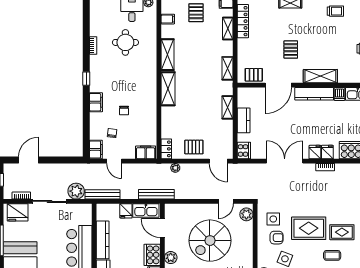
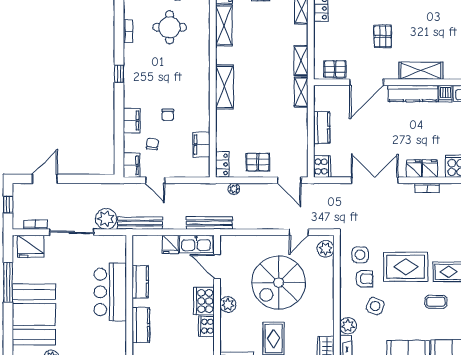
shelving: (168, 55) -> (224, 25), moved
filing cabinet: (96, 102) -> (132, 121), moved
shelving: (228, 107) -> (301, 92), moved
filing cabinet: (146, 152) -> (201, 145), moved, turned -90
kitchen counter: (103, 240) -> (140, 282), width x0.67

